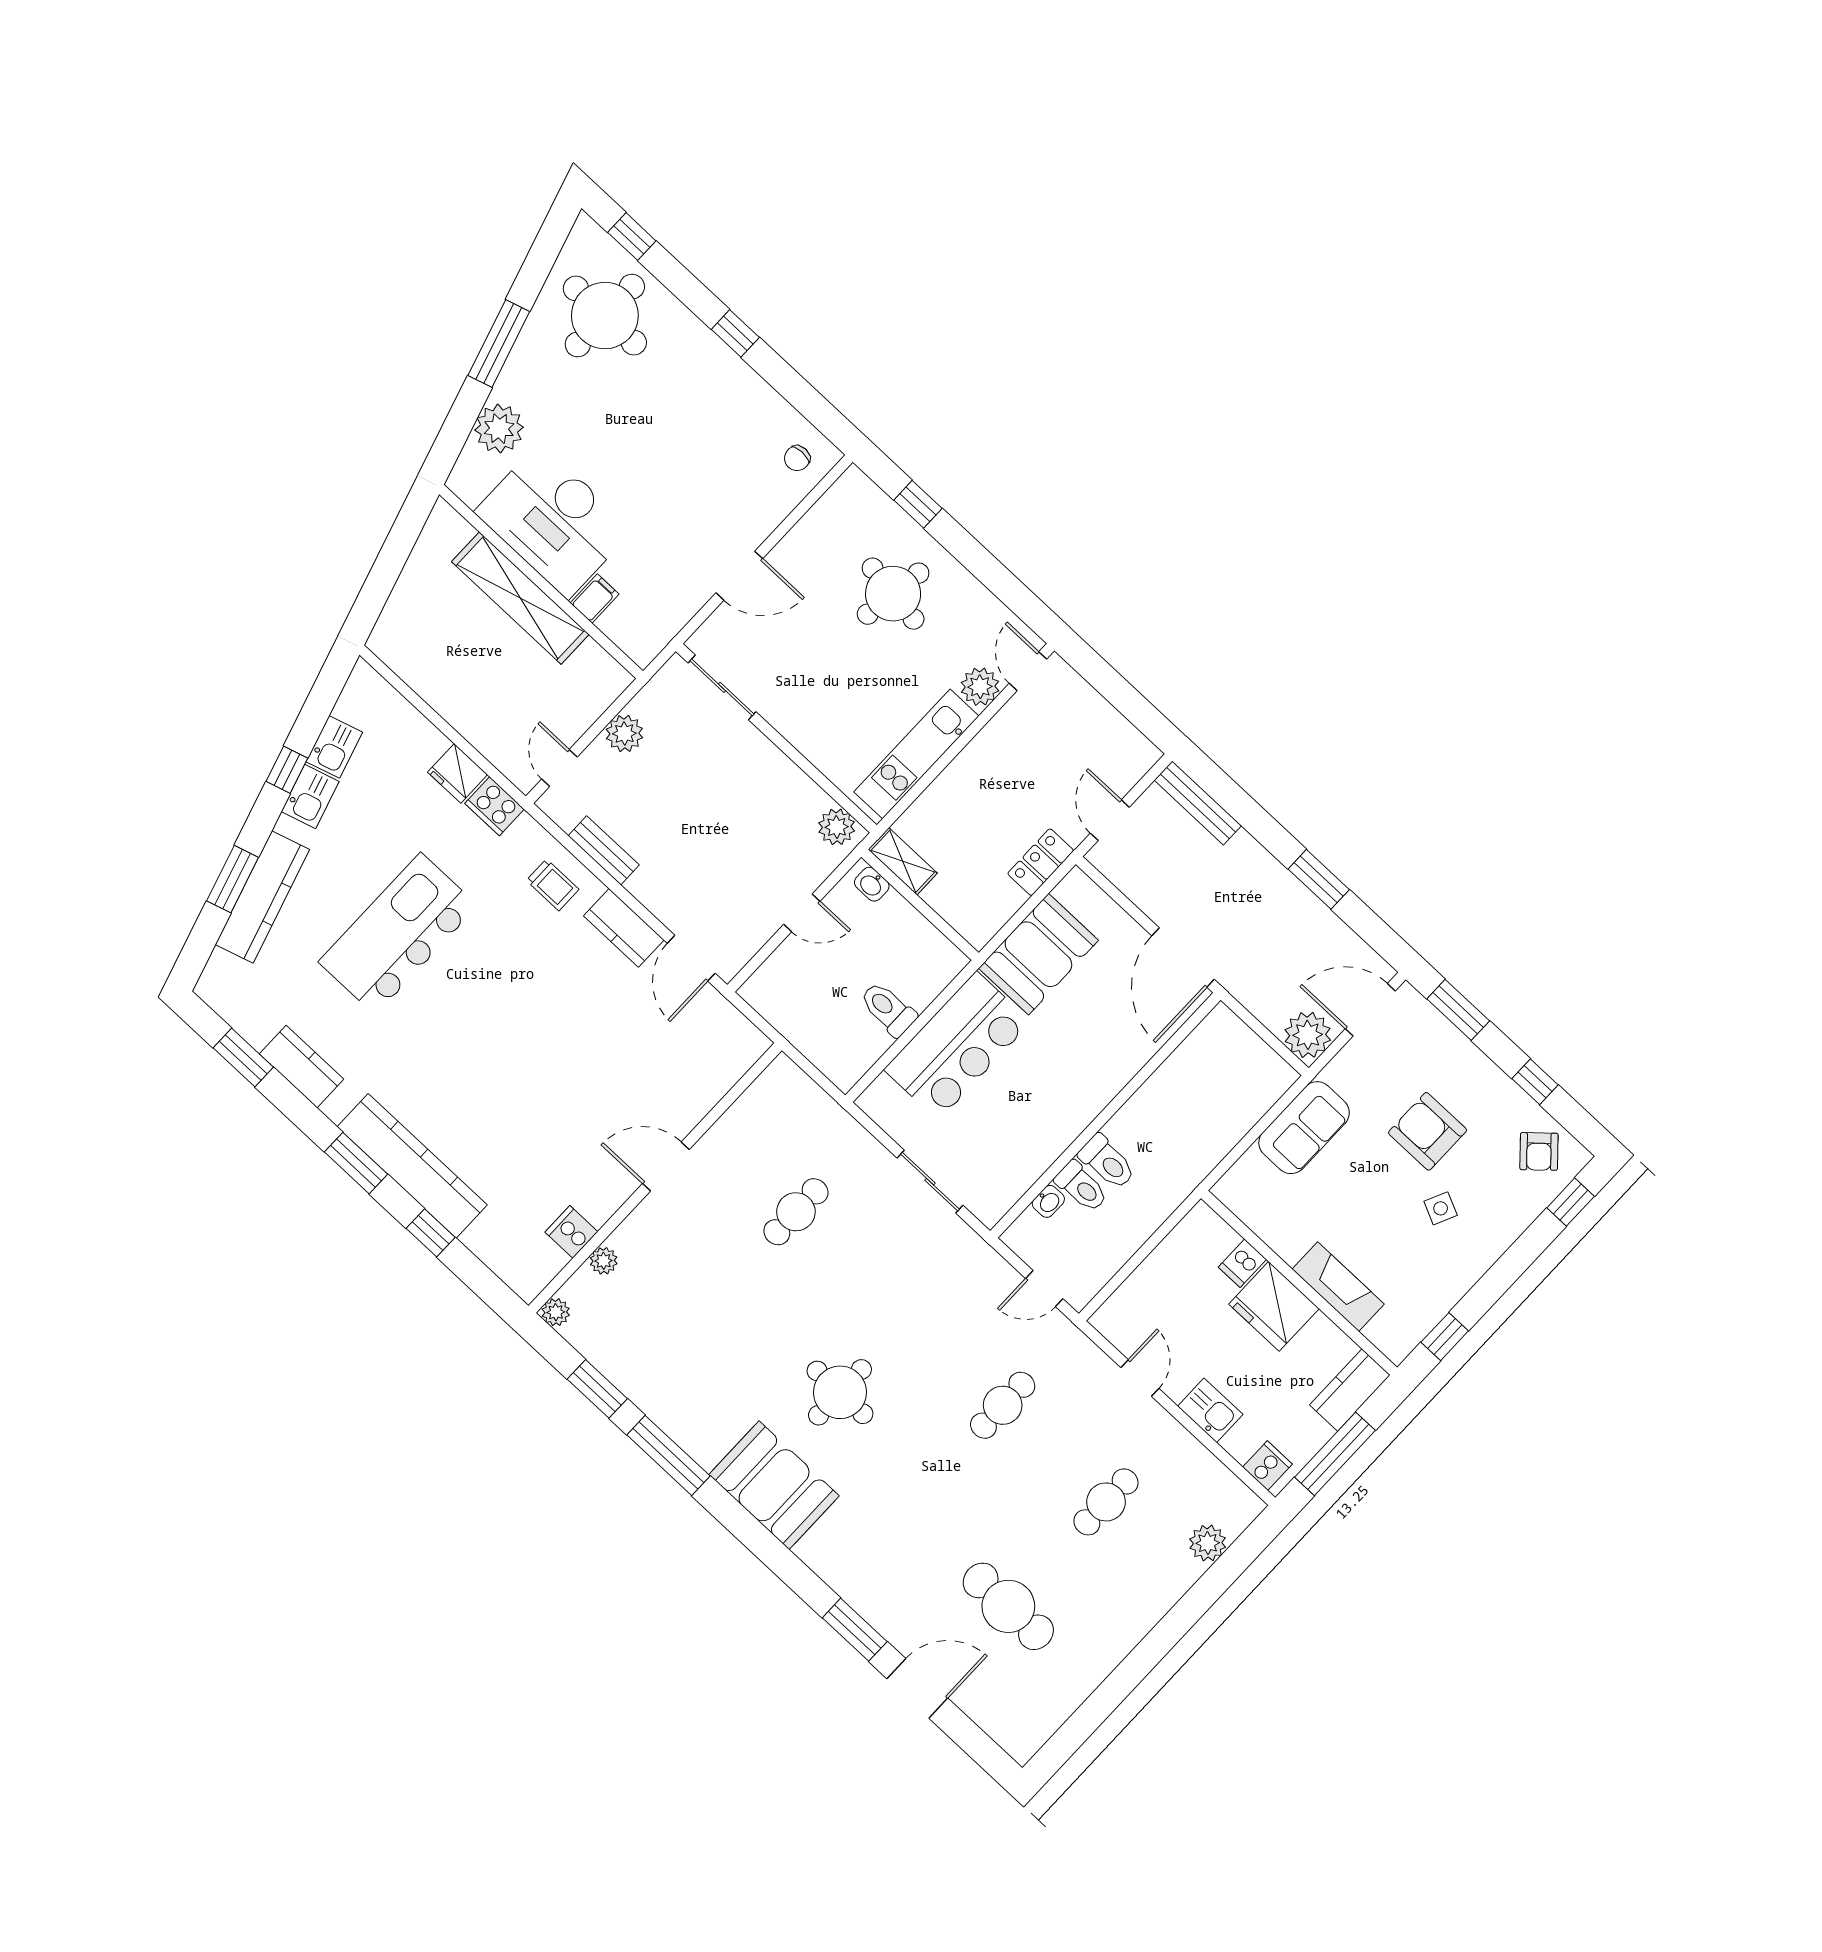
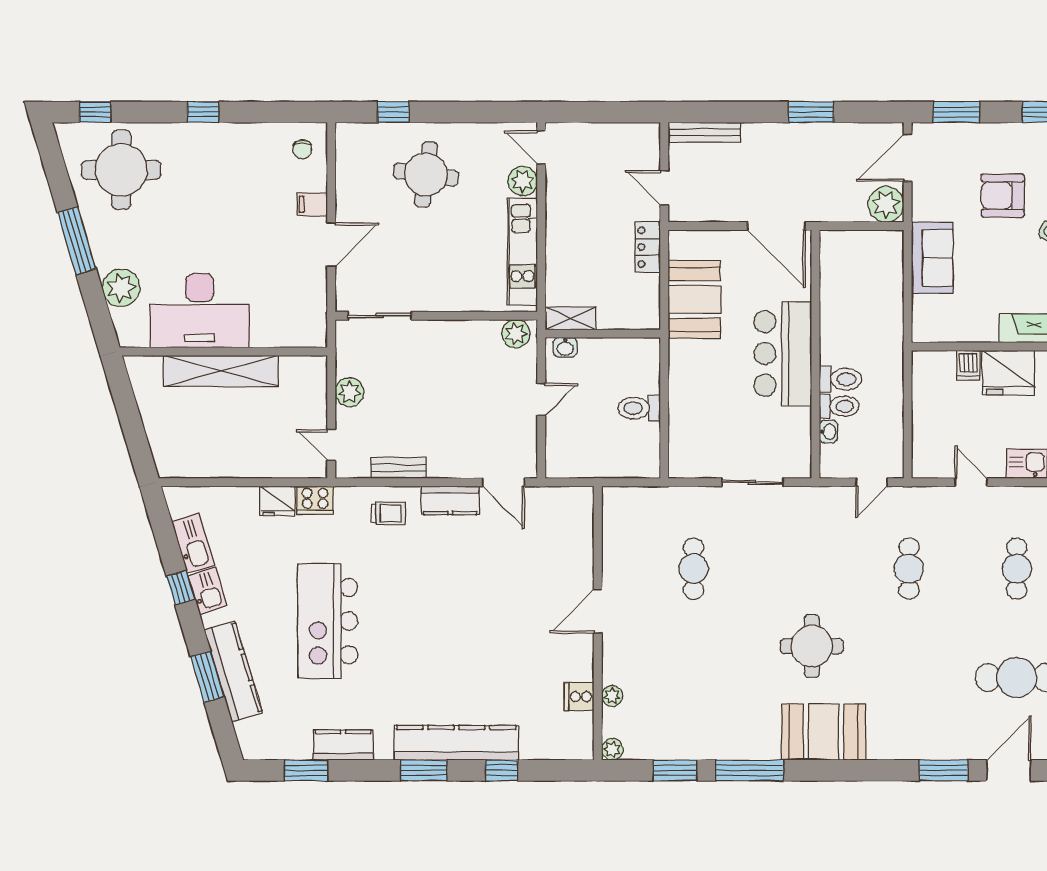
filing cabinet: (595, 598) -> (312, 204), moved, turned -90
kitchen sink: (334, 747) -> (193, 543), width x1.38
bar counter: (957, 1046) -> (783, 354), moved, turned 180

